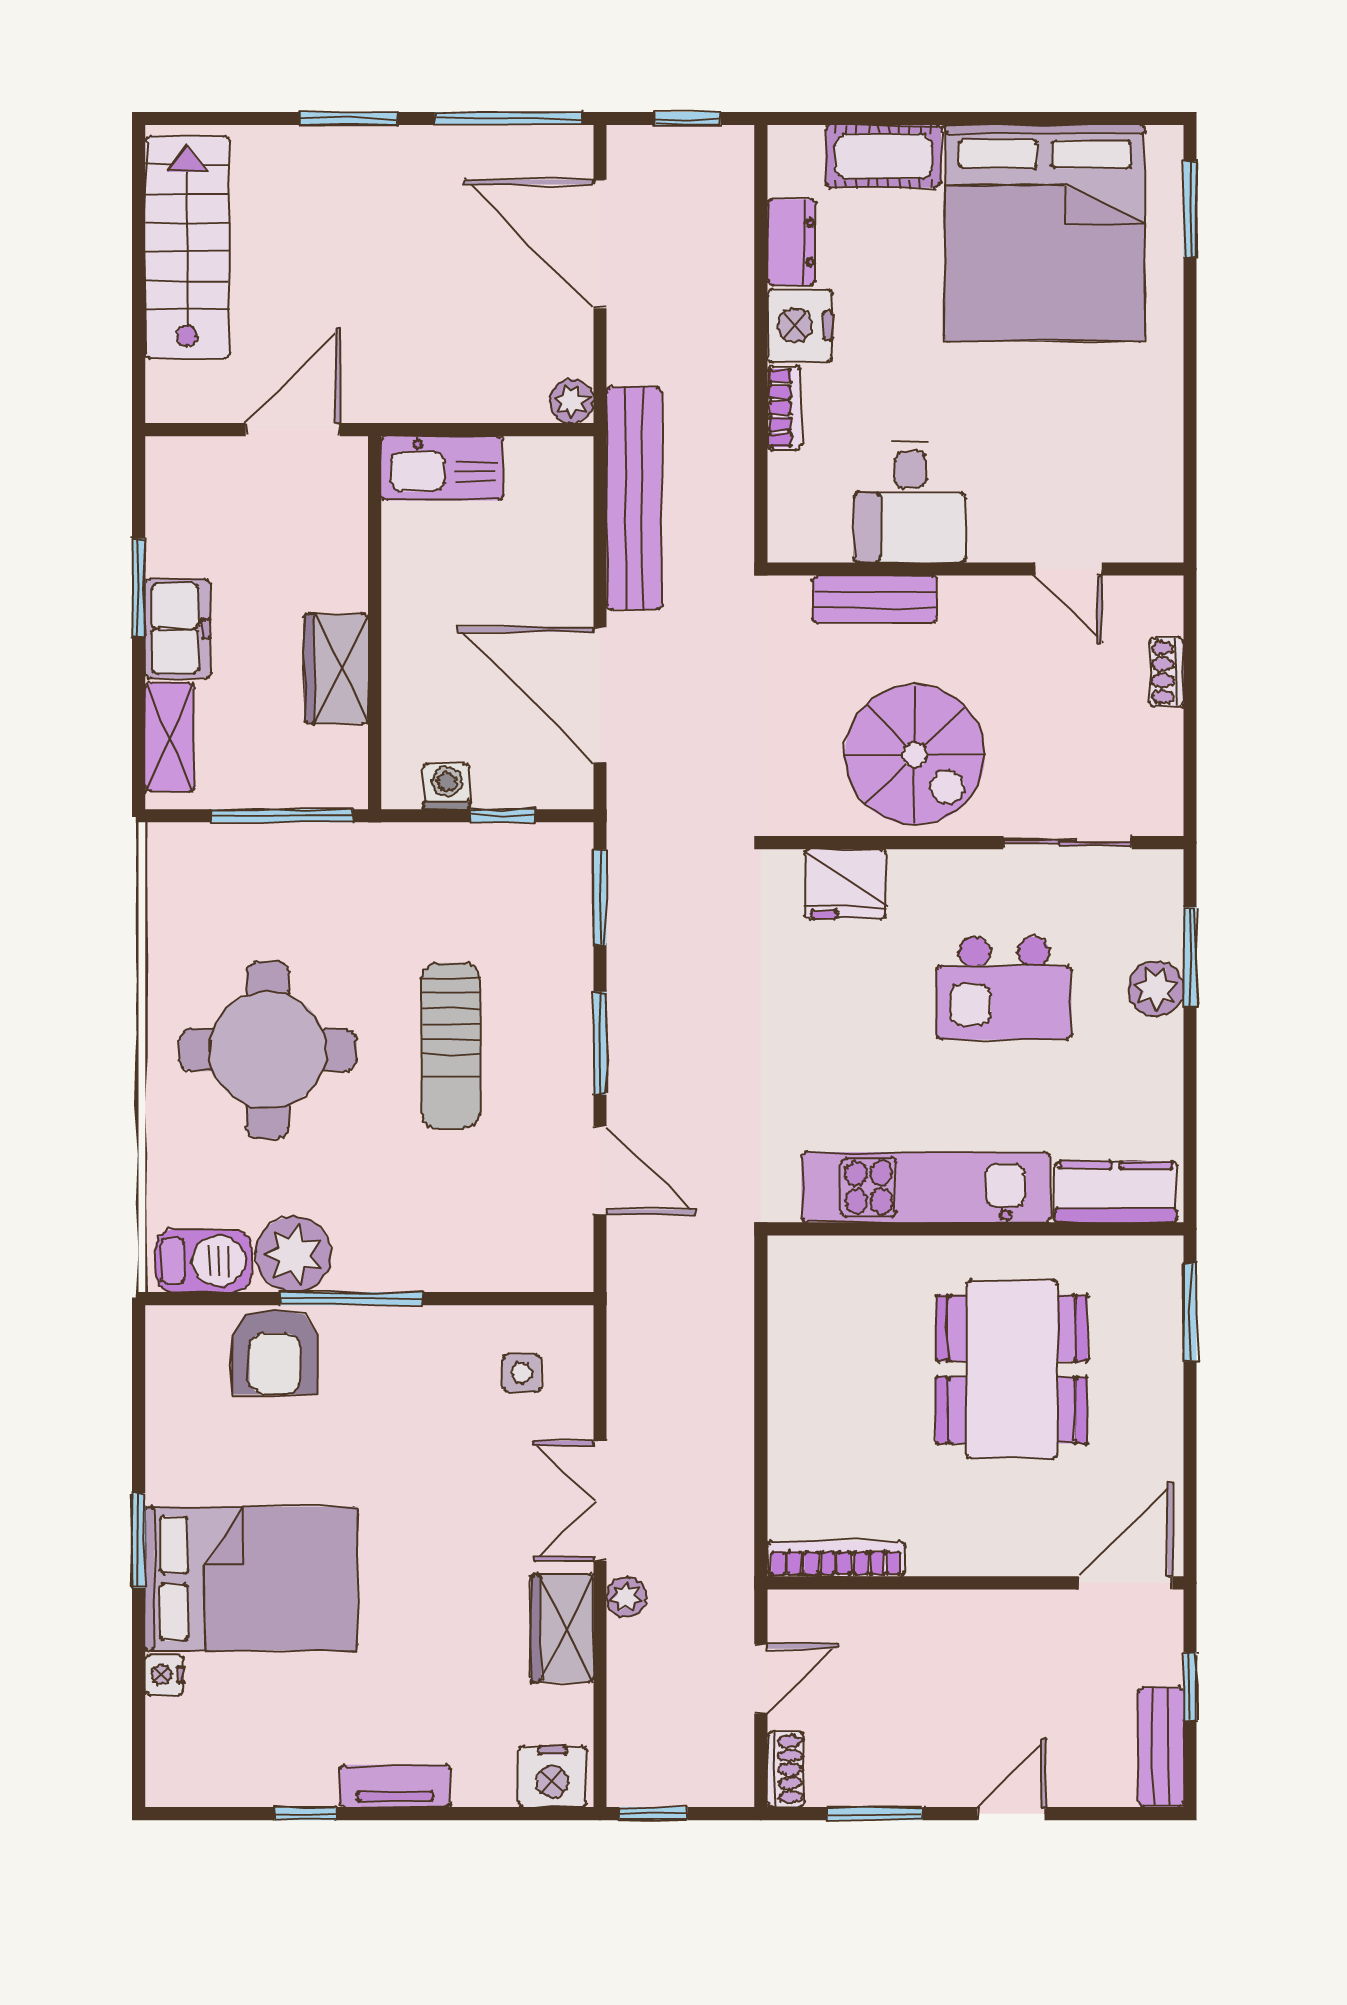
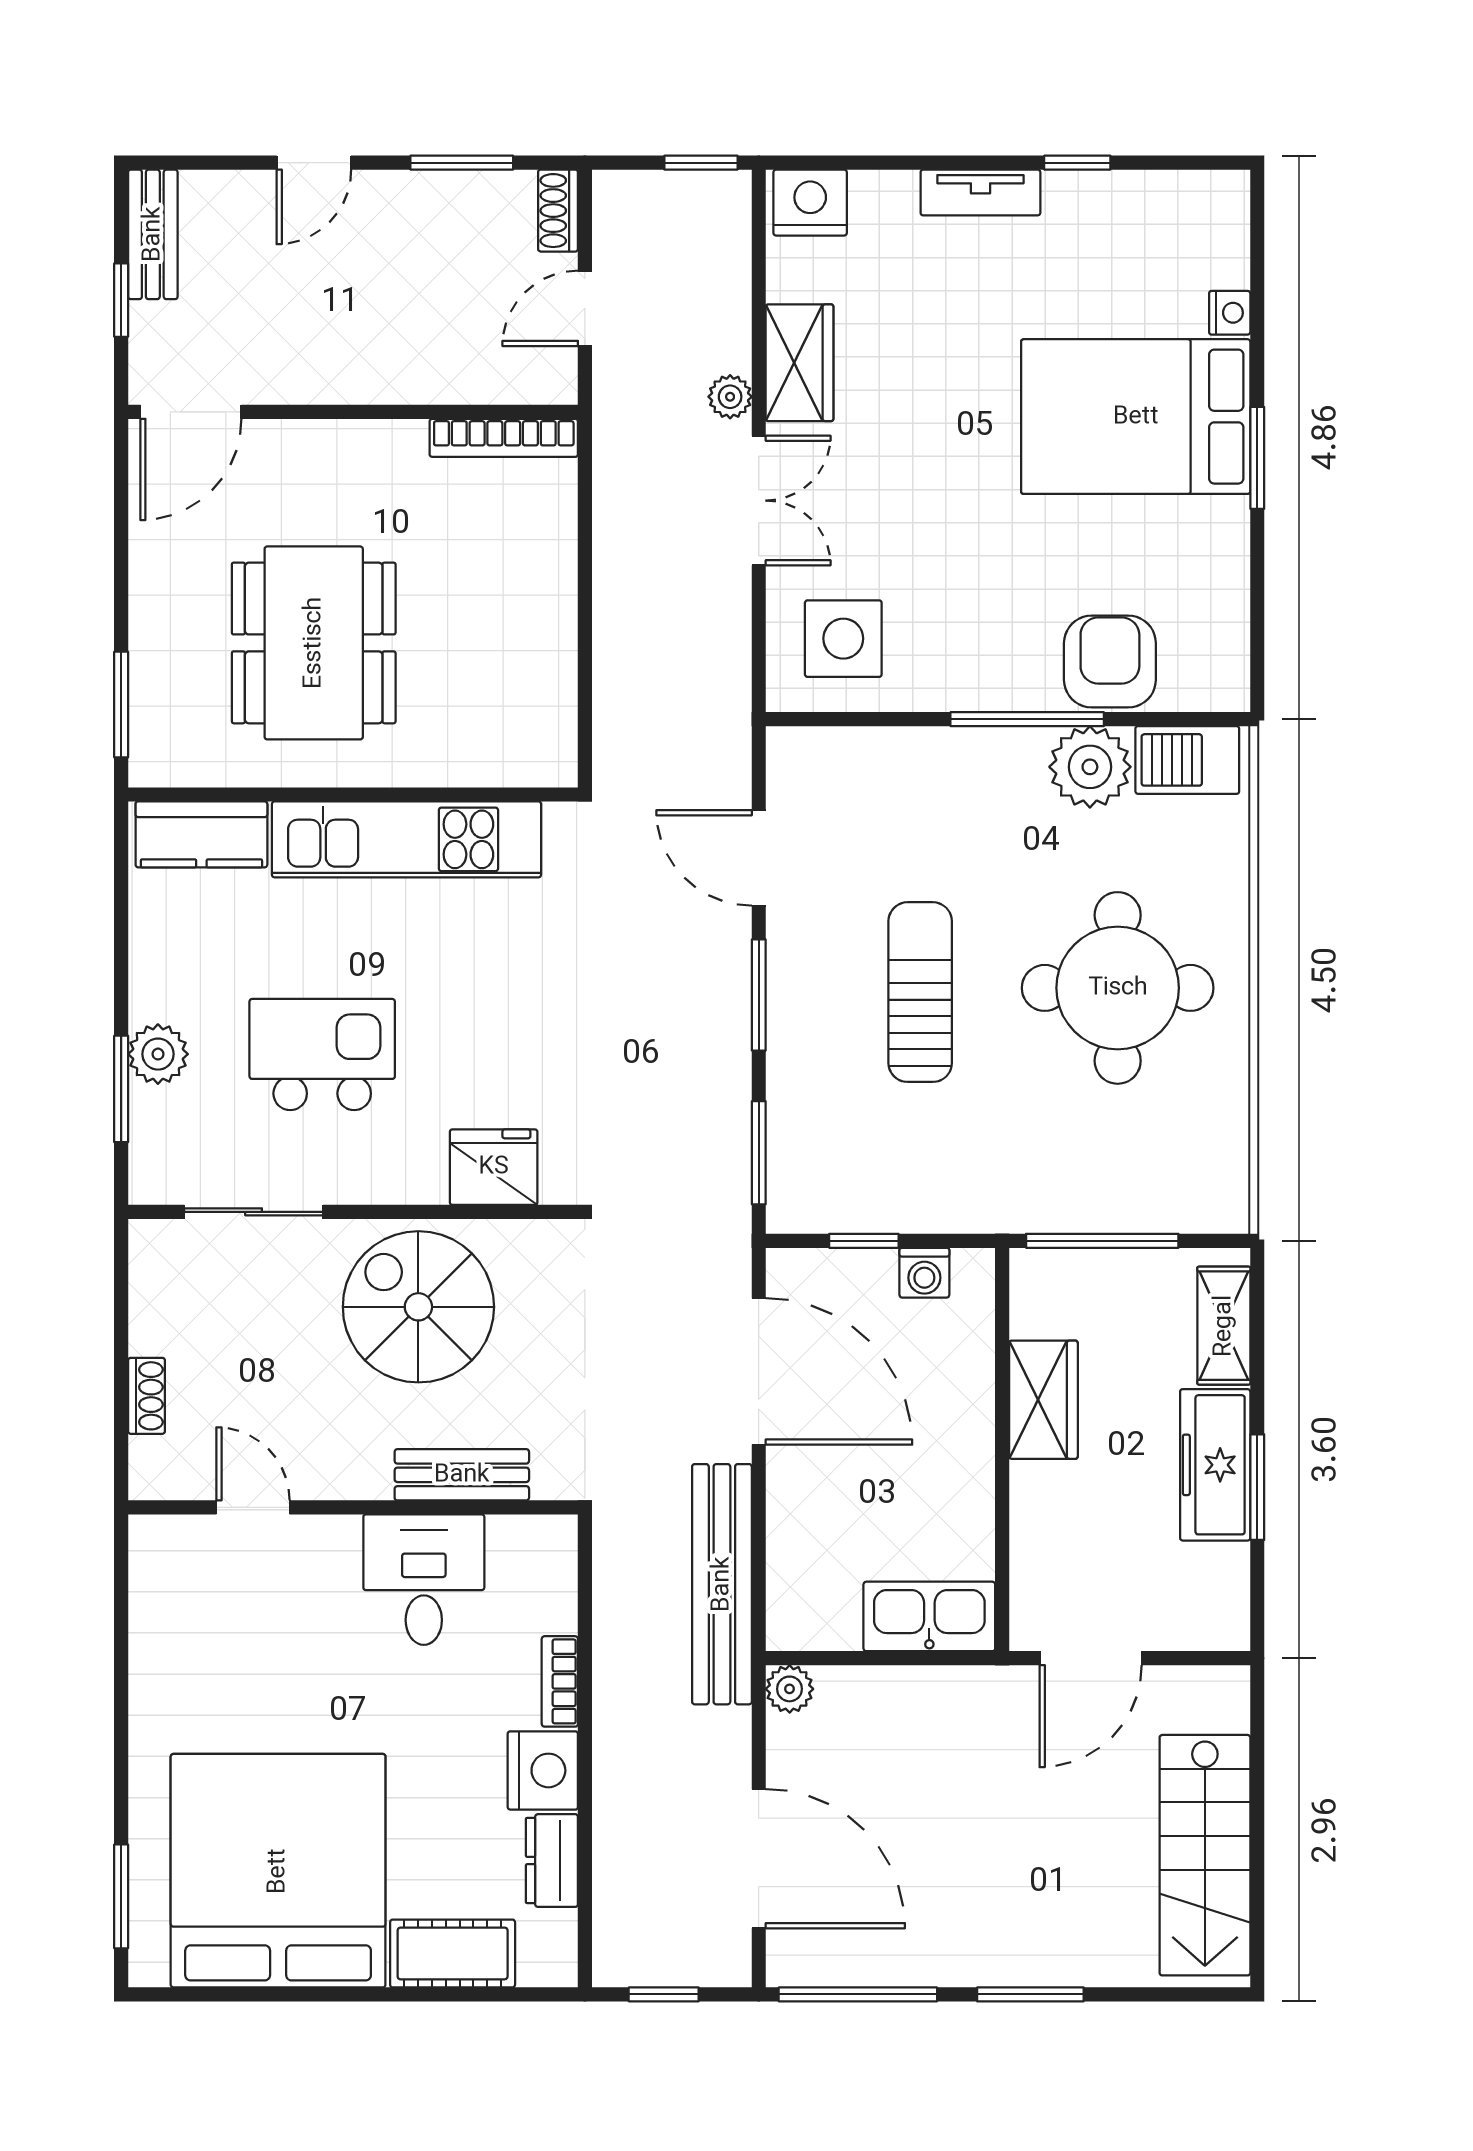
freezer: (178, 628) -> (1215, 1465), width x1.40
side table: (522, 1373) -> (843, 639), width x1.87, depth x1.87

